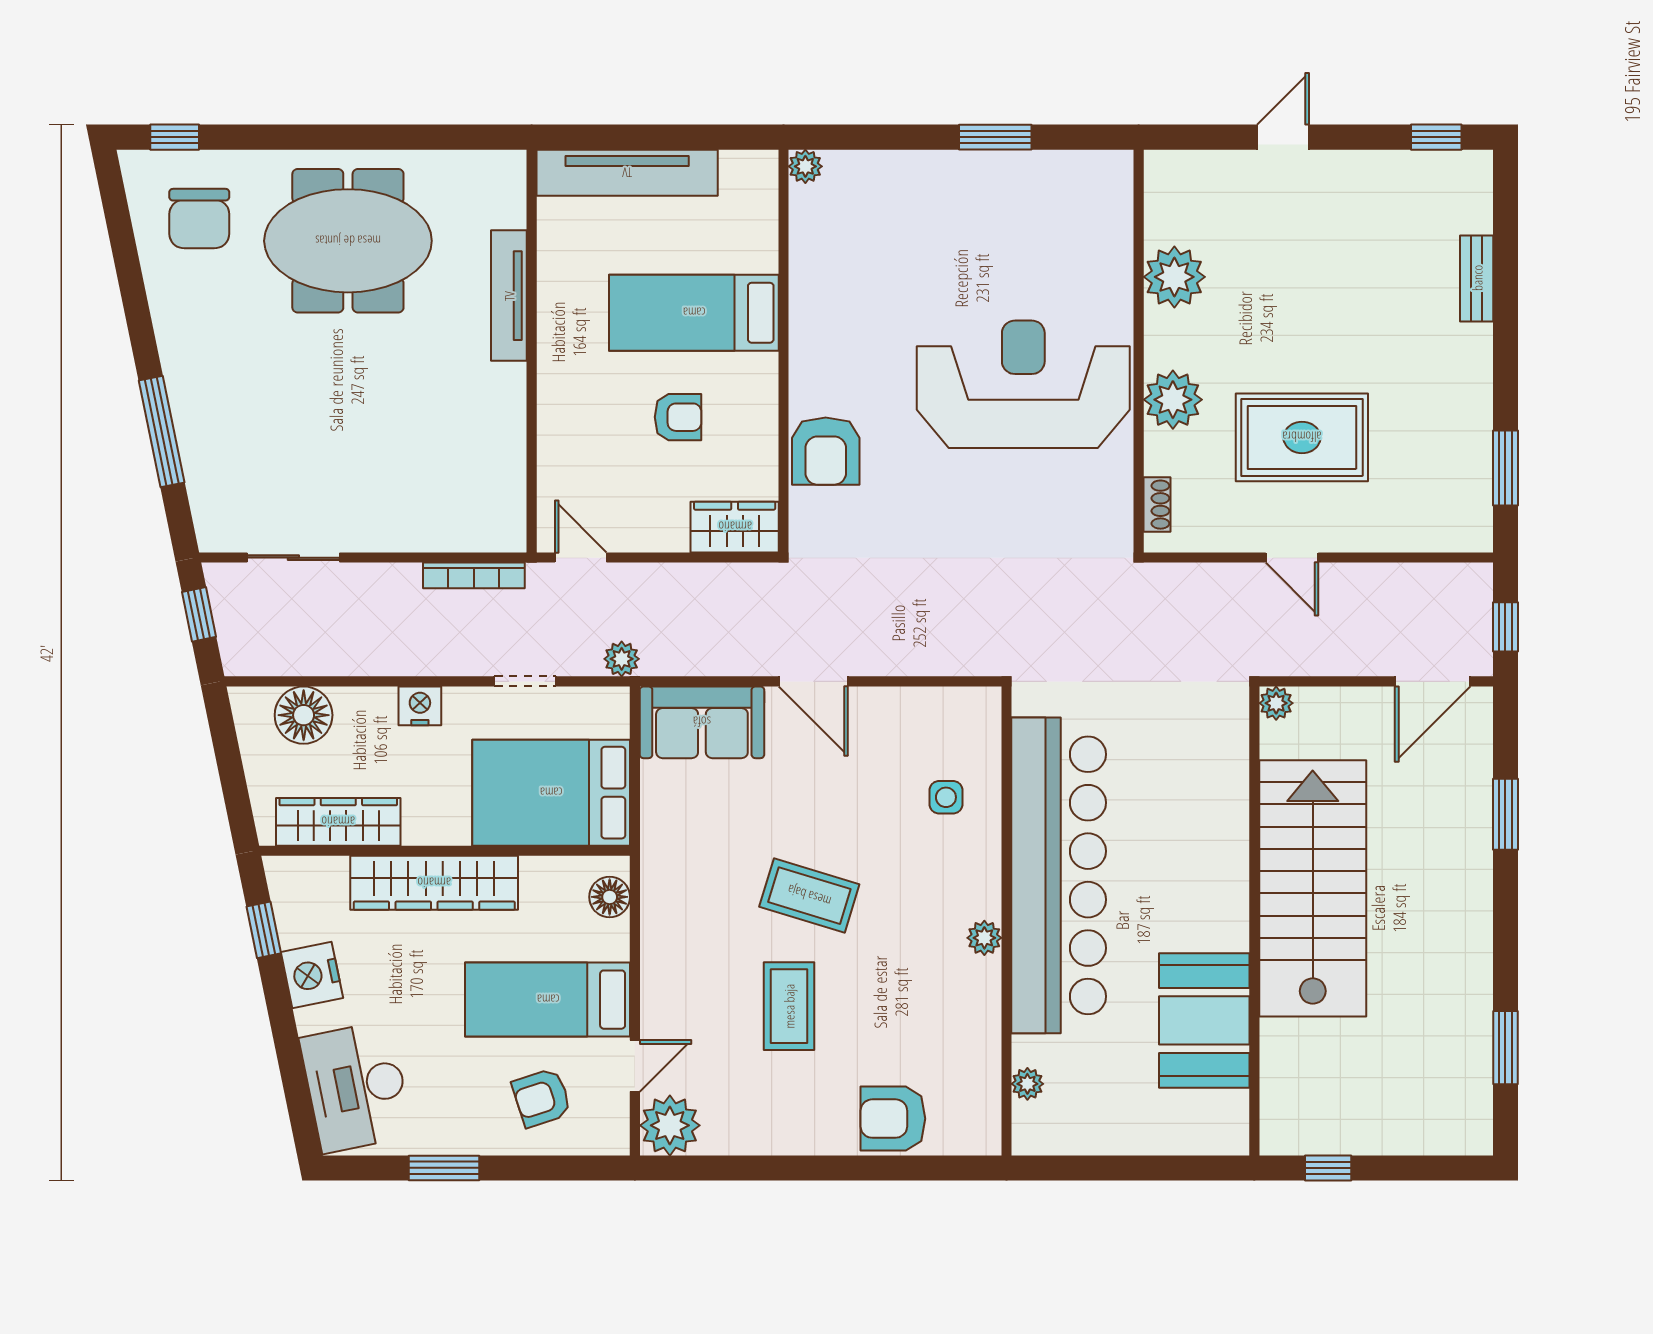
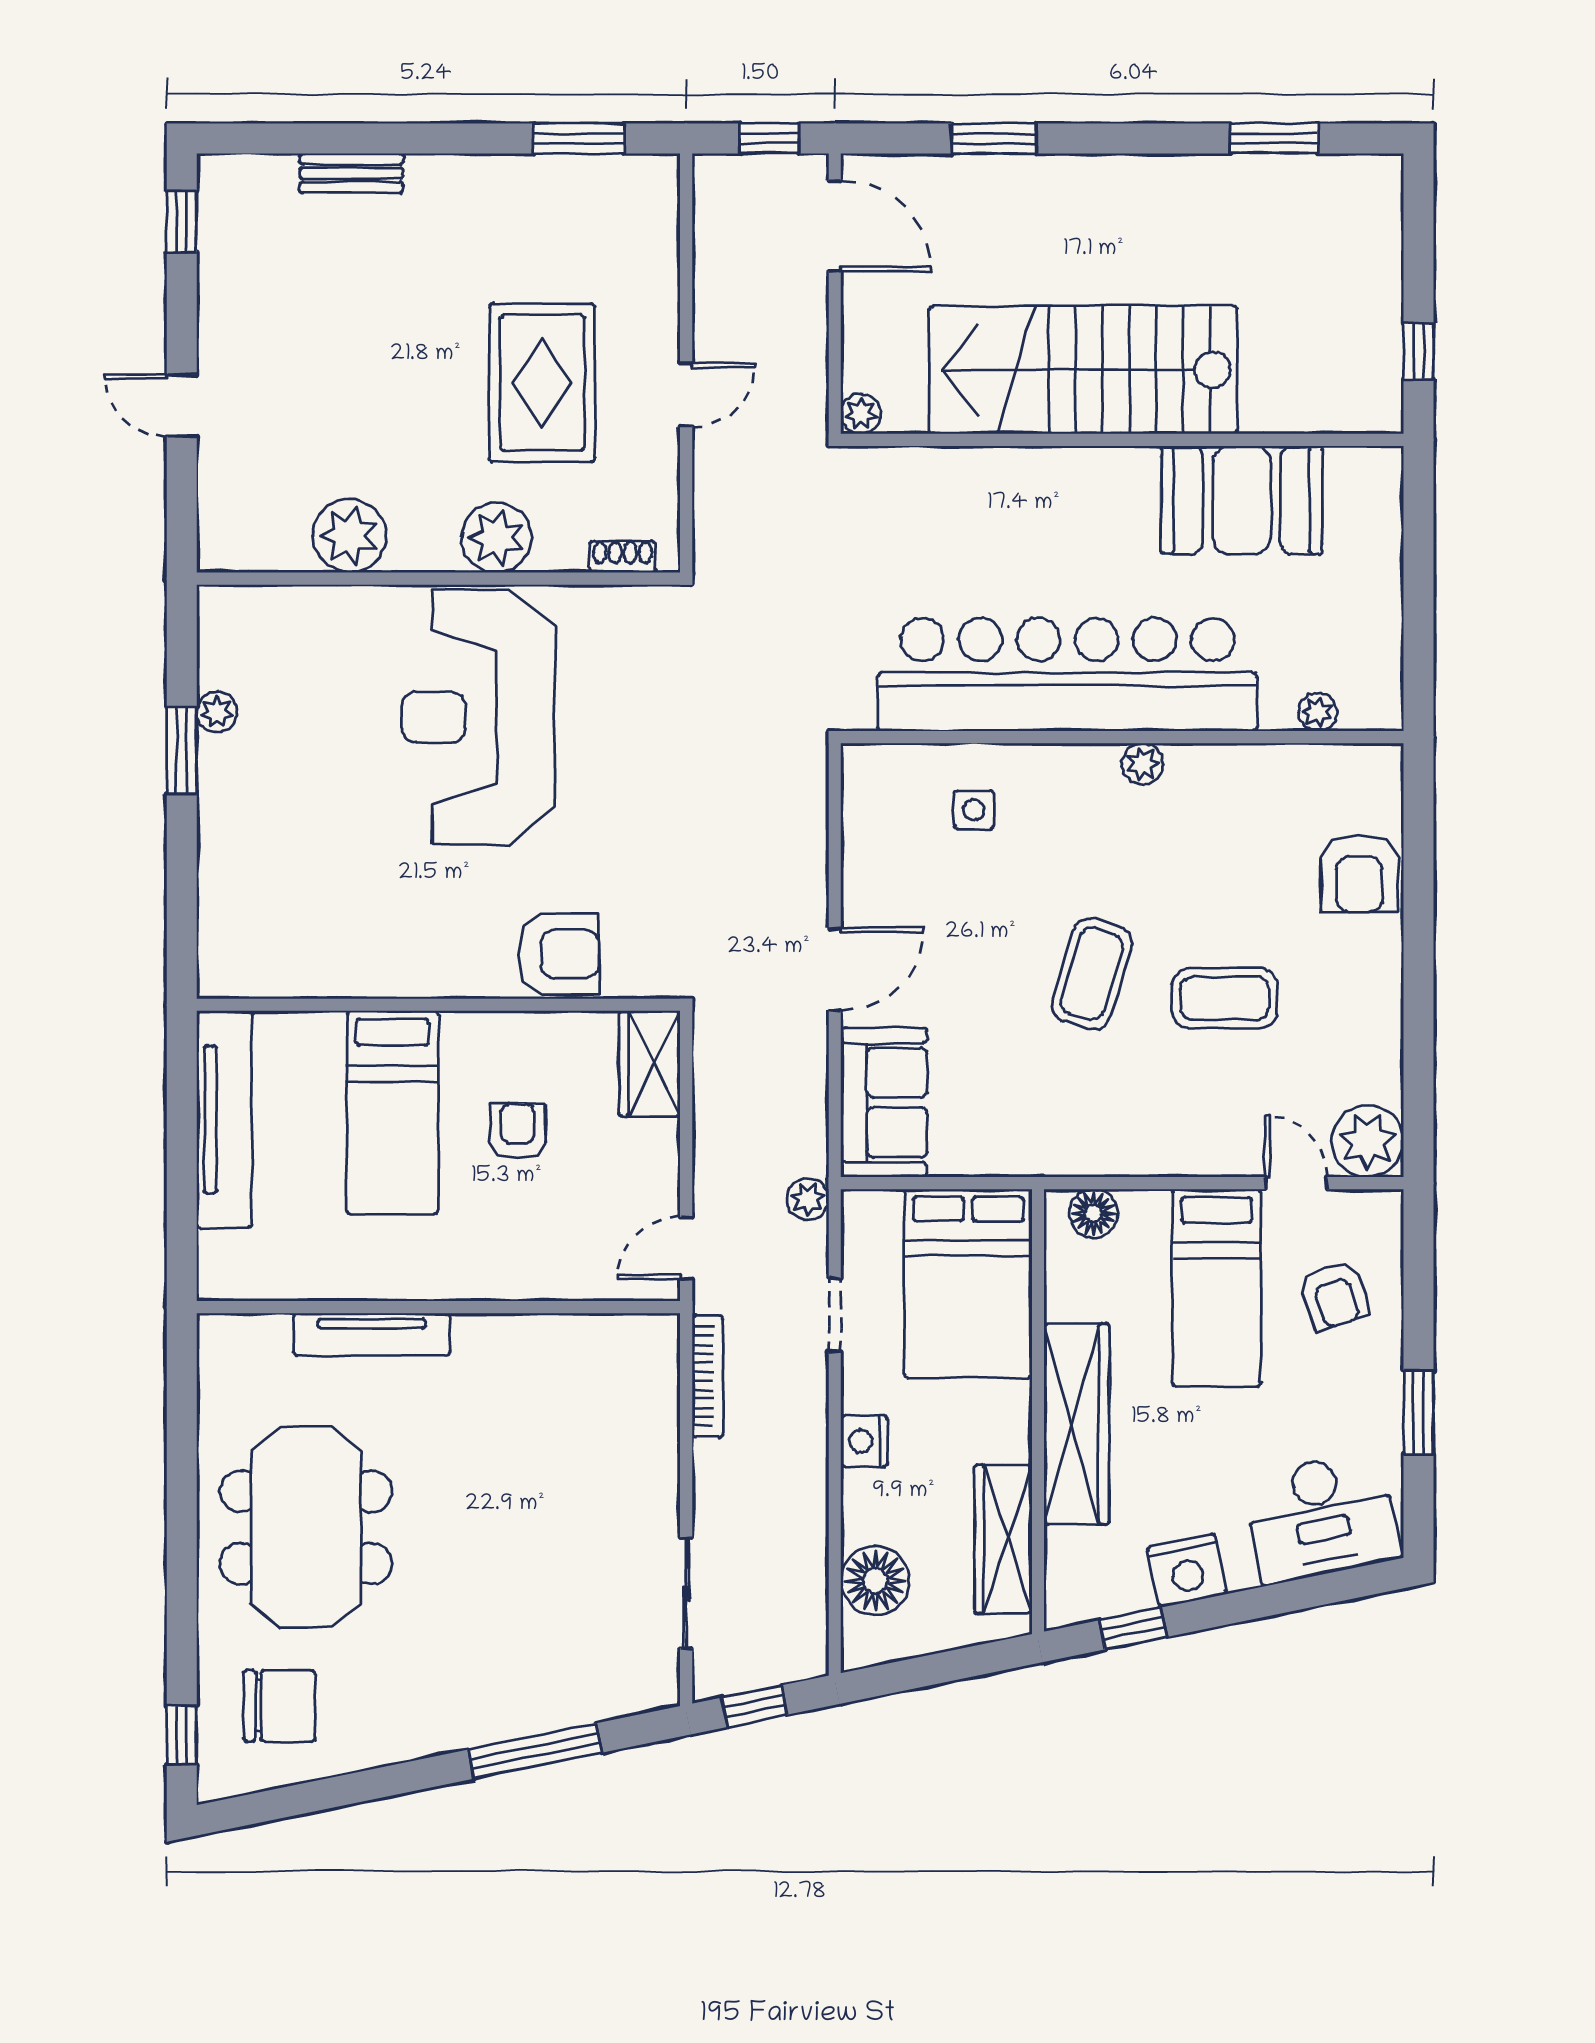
plant: (805, 166) -> (217, 712), moved
tv unit: (627, 173) -> (224, 1119), moved

